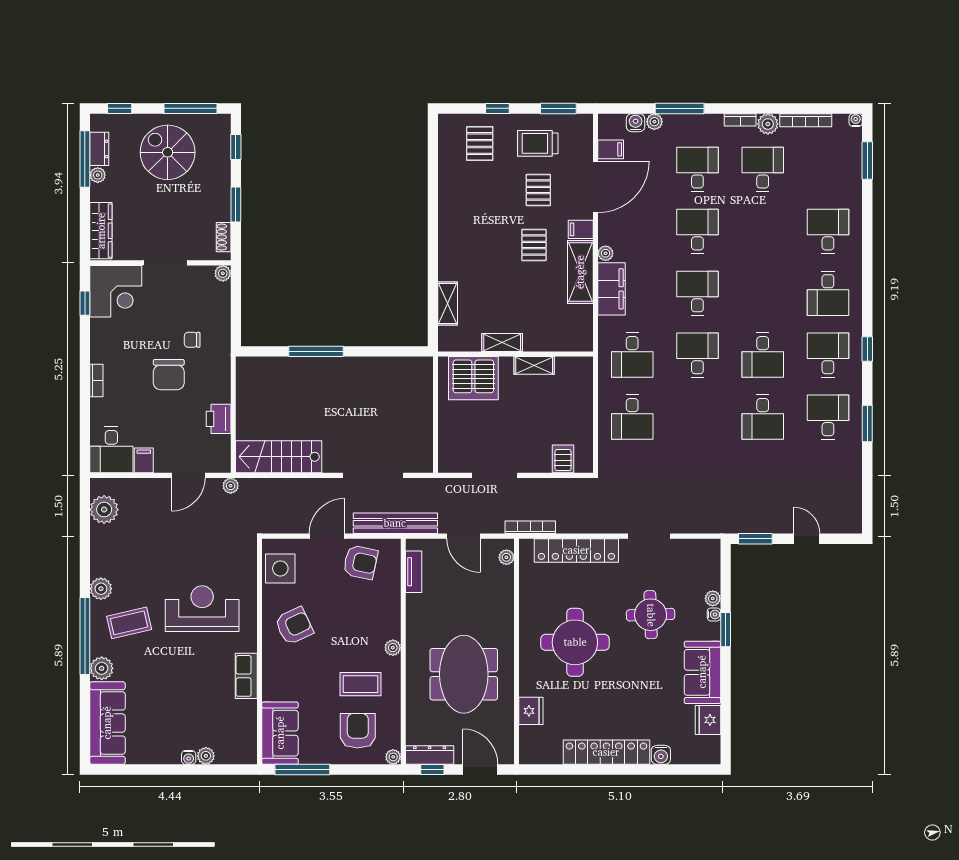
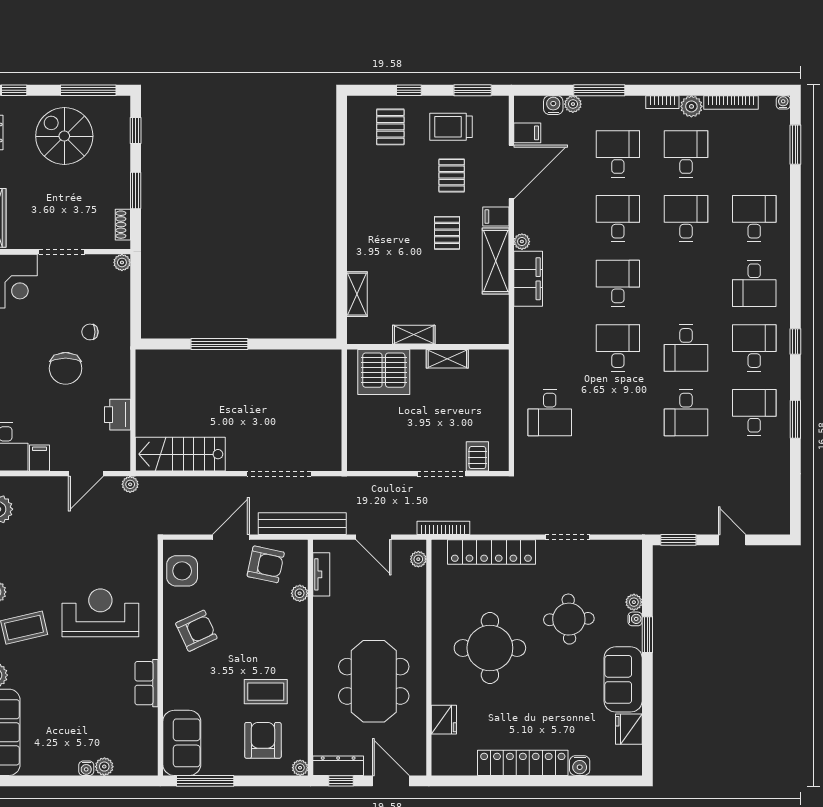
desk: (632, 355) -> (686, 219), moved, turned 180
doorway: (495, 475) -> (442, 474), moved
plant: (393, 648) -> (300, 593), moved

